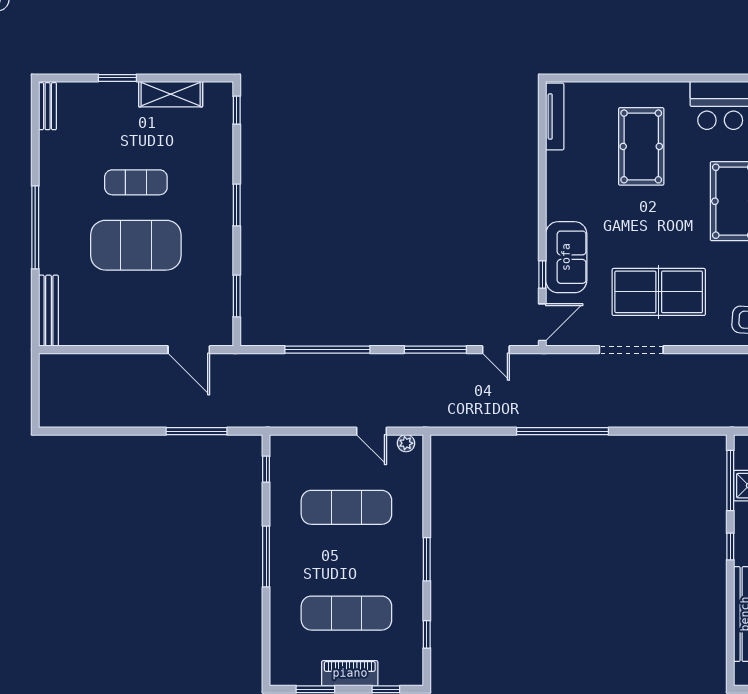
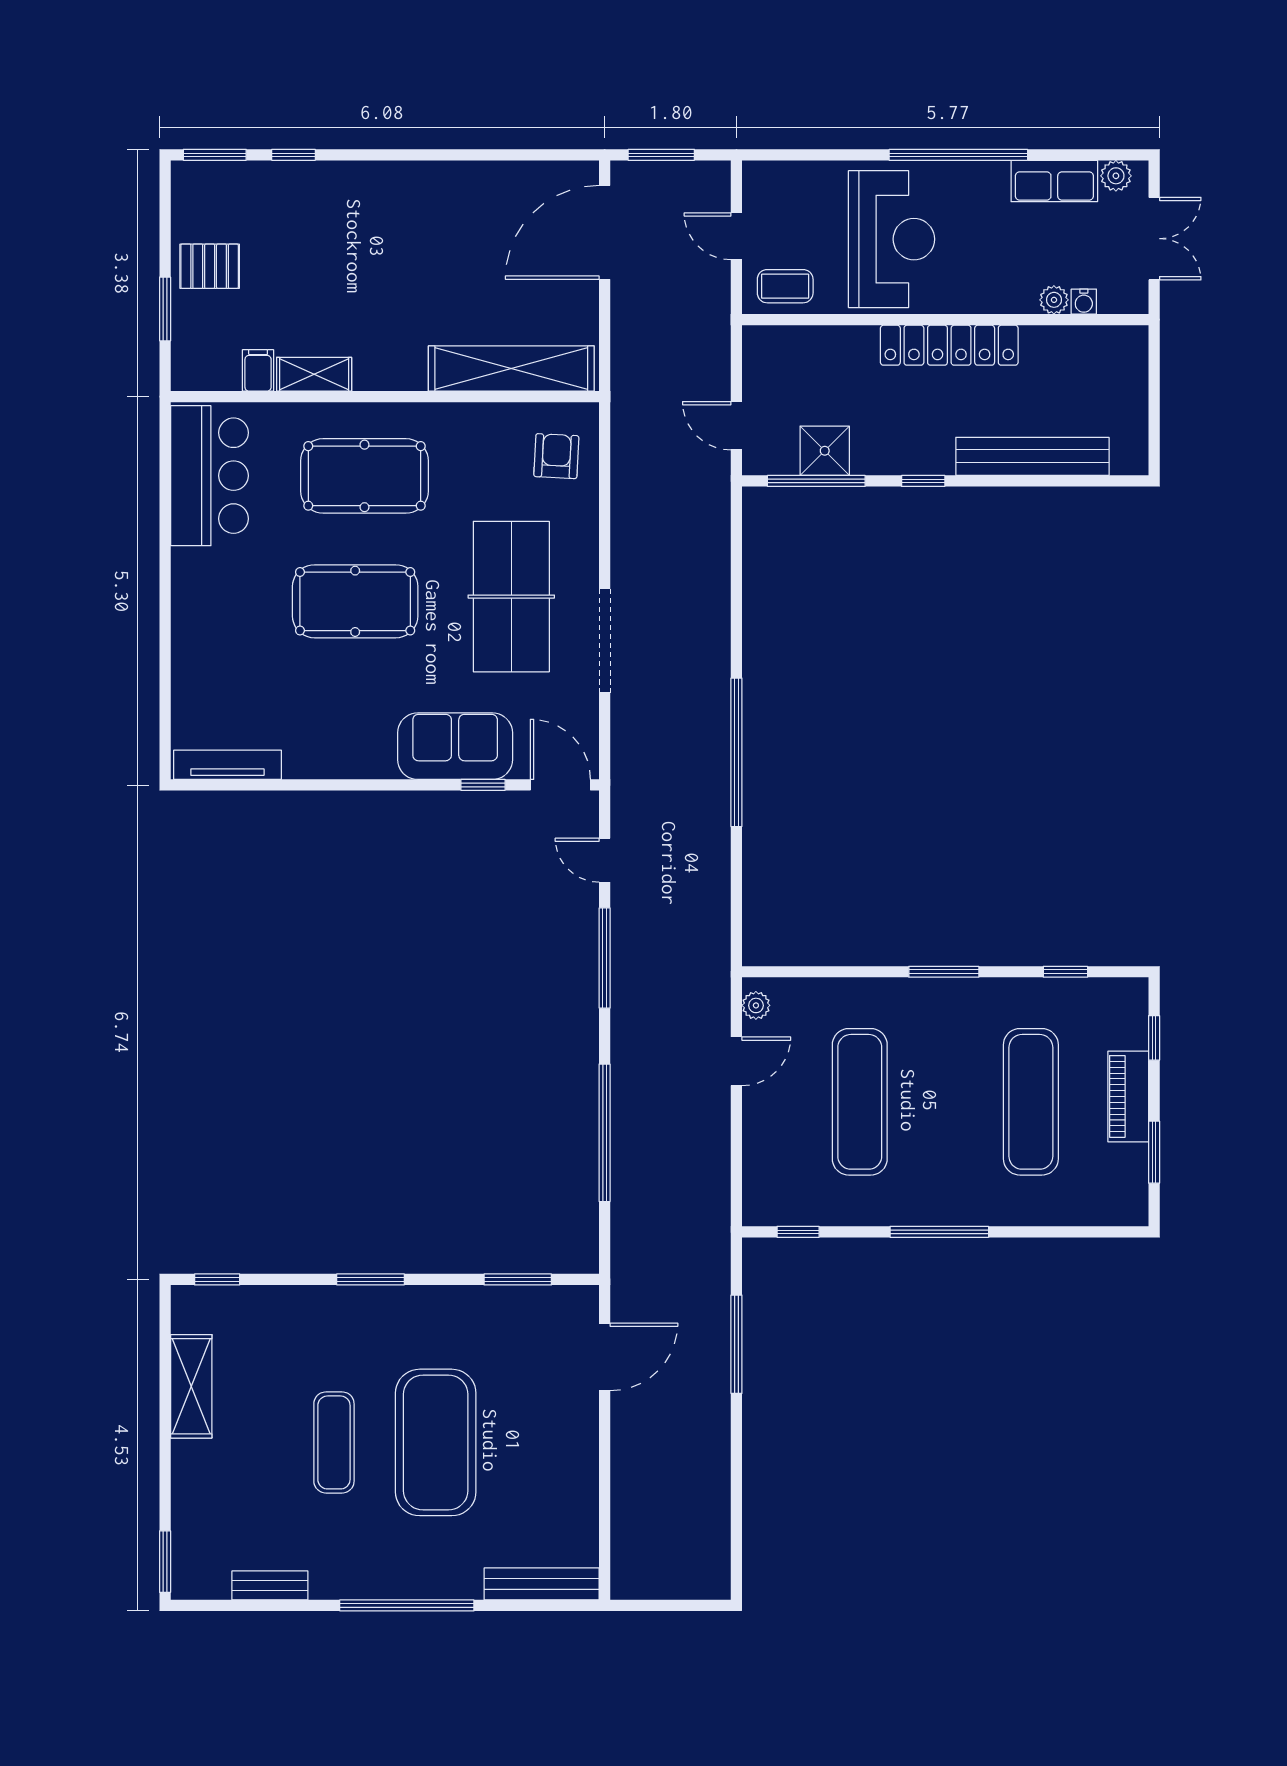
window: (117, 78) -> (165, 1562), moved
bench: (48, 106) -> (270, 1585), moved
pool table: (641, 146) -> (355, 601), moved
door: (496, 350) -> (605, 860), swing flipped

